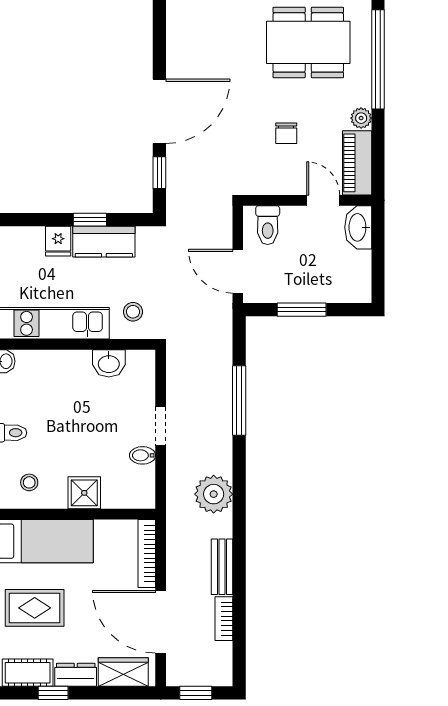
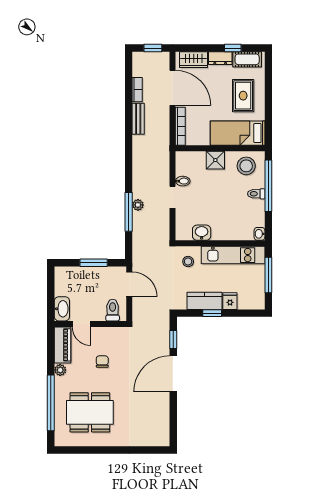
stool: (29, 482) -> (246, 166), width x1.89, depth x1.89
plant: (214, 494) -> (138, 205), moved, width x0.53, depth x0.53
rug: (35, 608) -> (243, 96), turned 90

